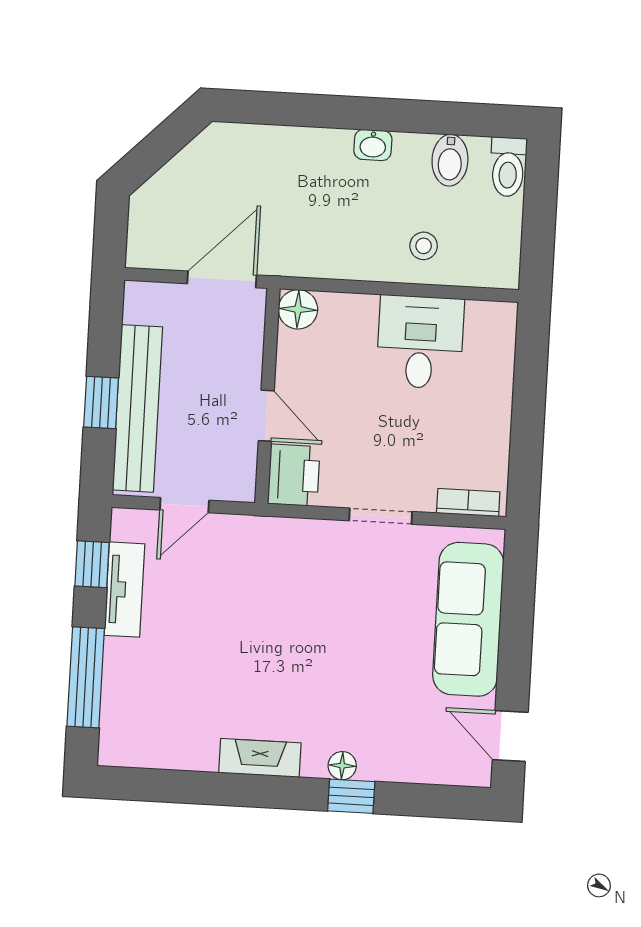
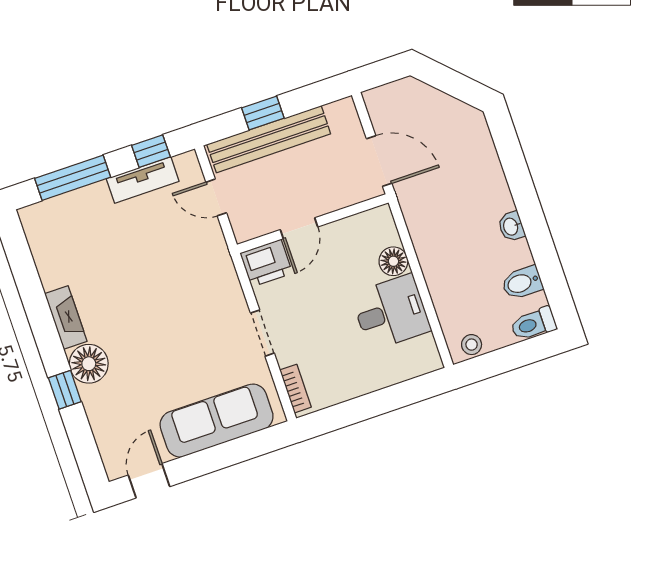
stool: (424, 246) -> (472, 345), moved
floor lamp: (298, 309) -> (393, 261), moved
floor lamp: (342, 766) -> (89, 364), width x1.89, depth x1.89

